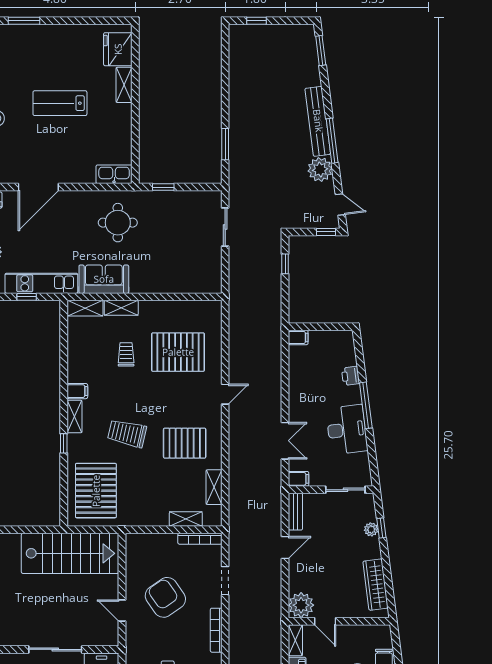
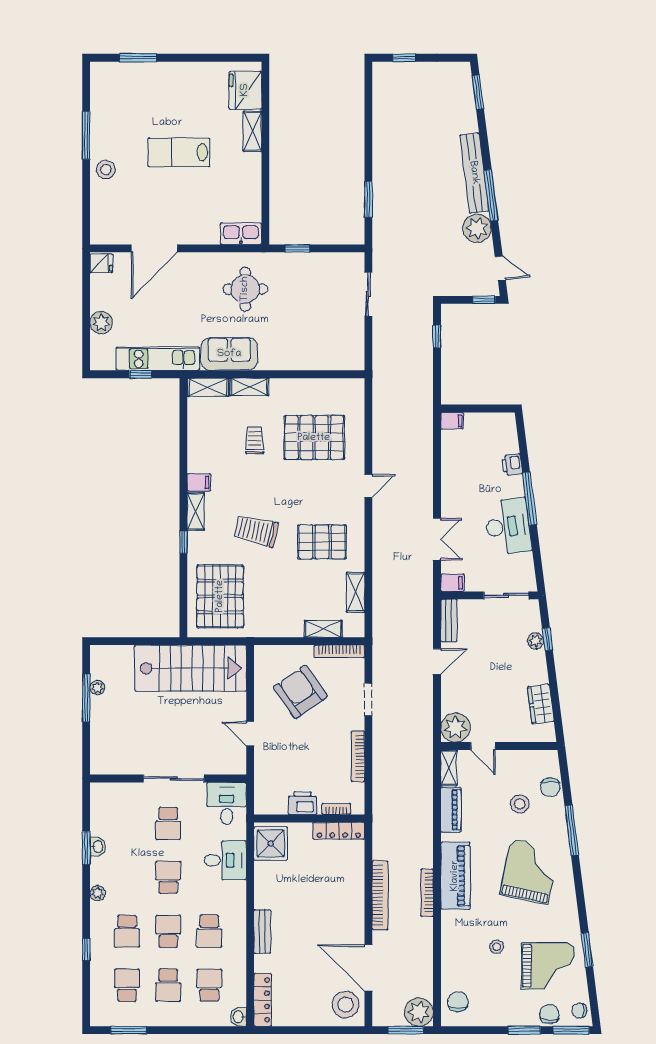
wardrobe: (376, 585) -> (541, 704), width x0.67
armchair: (165, 597) -> (300, 692), moved

